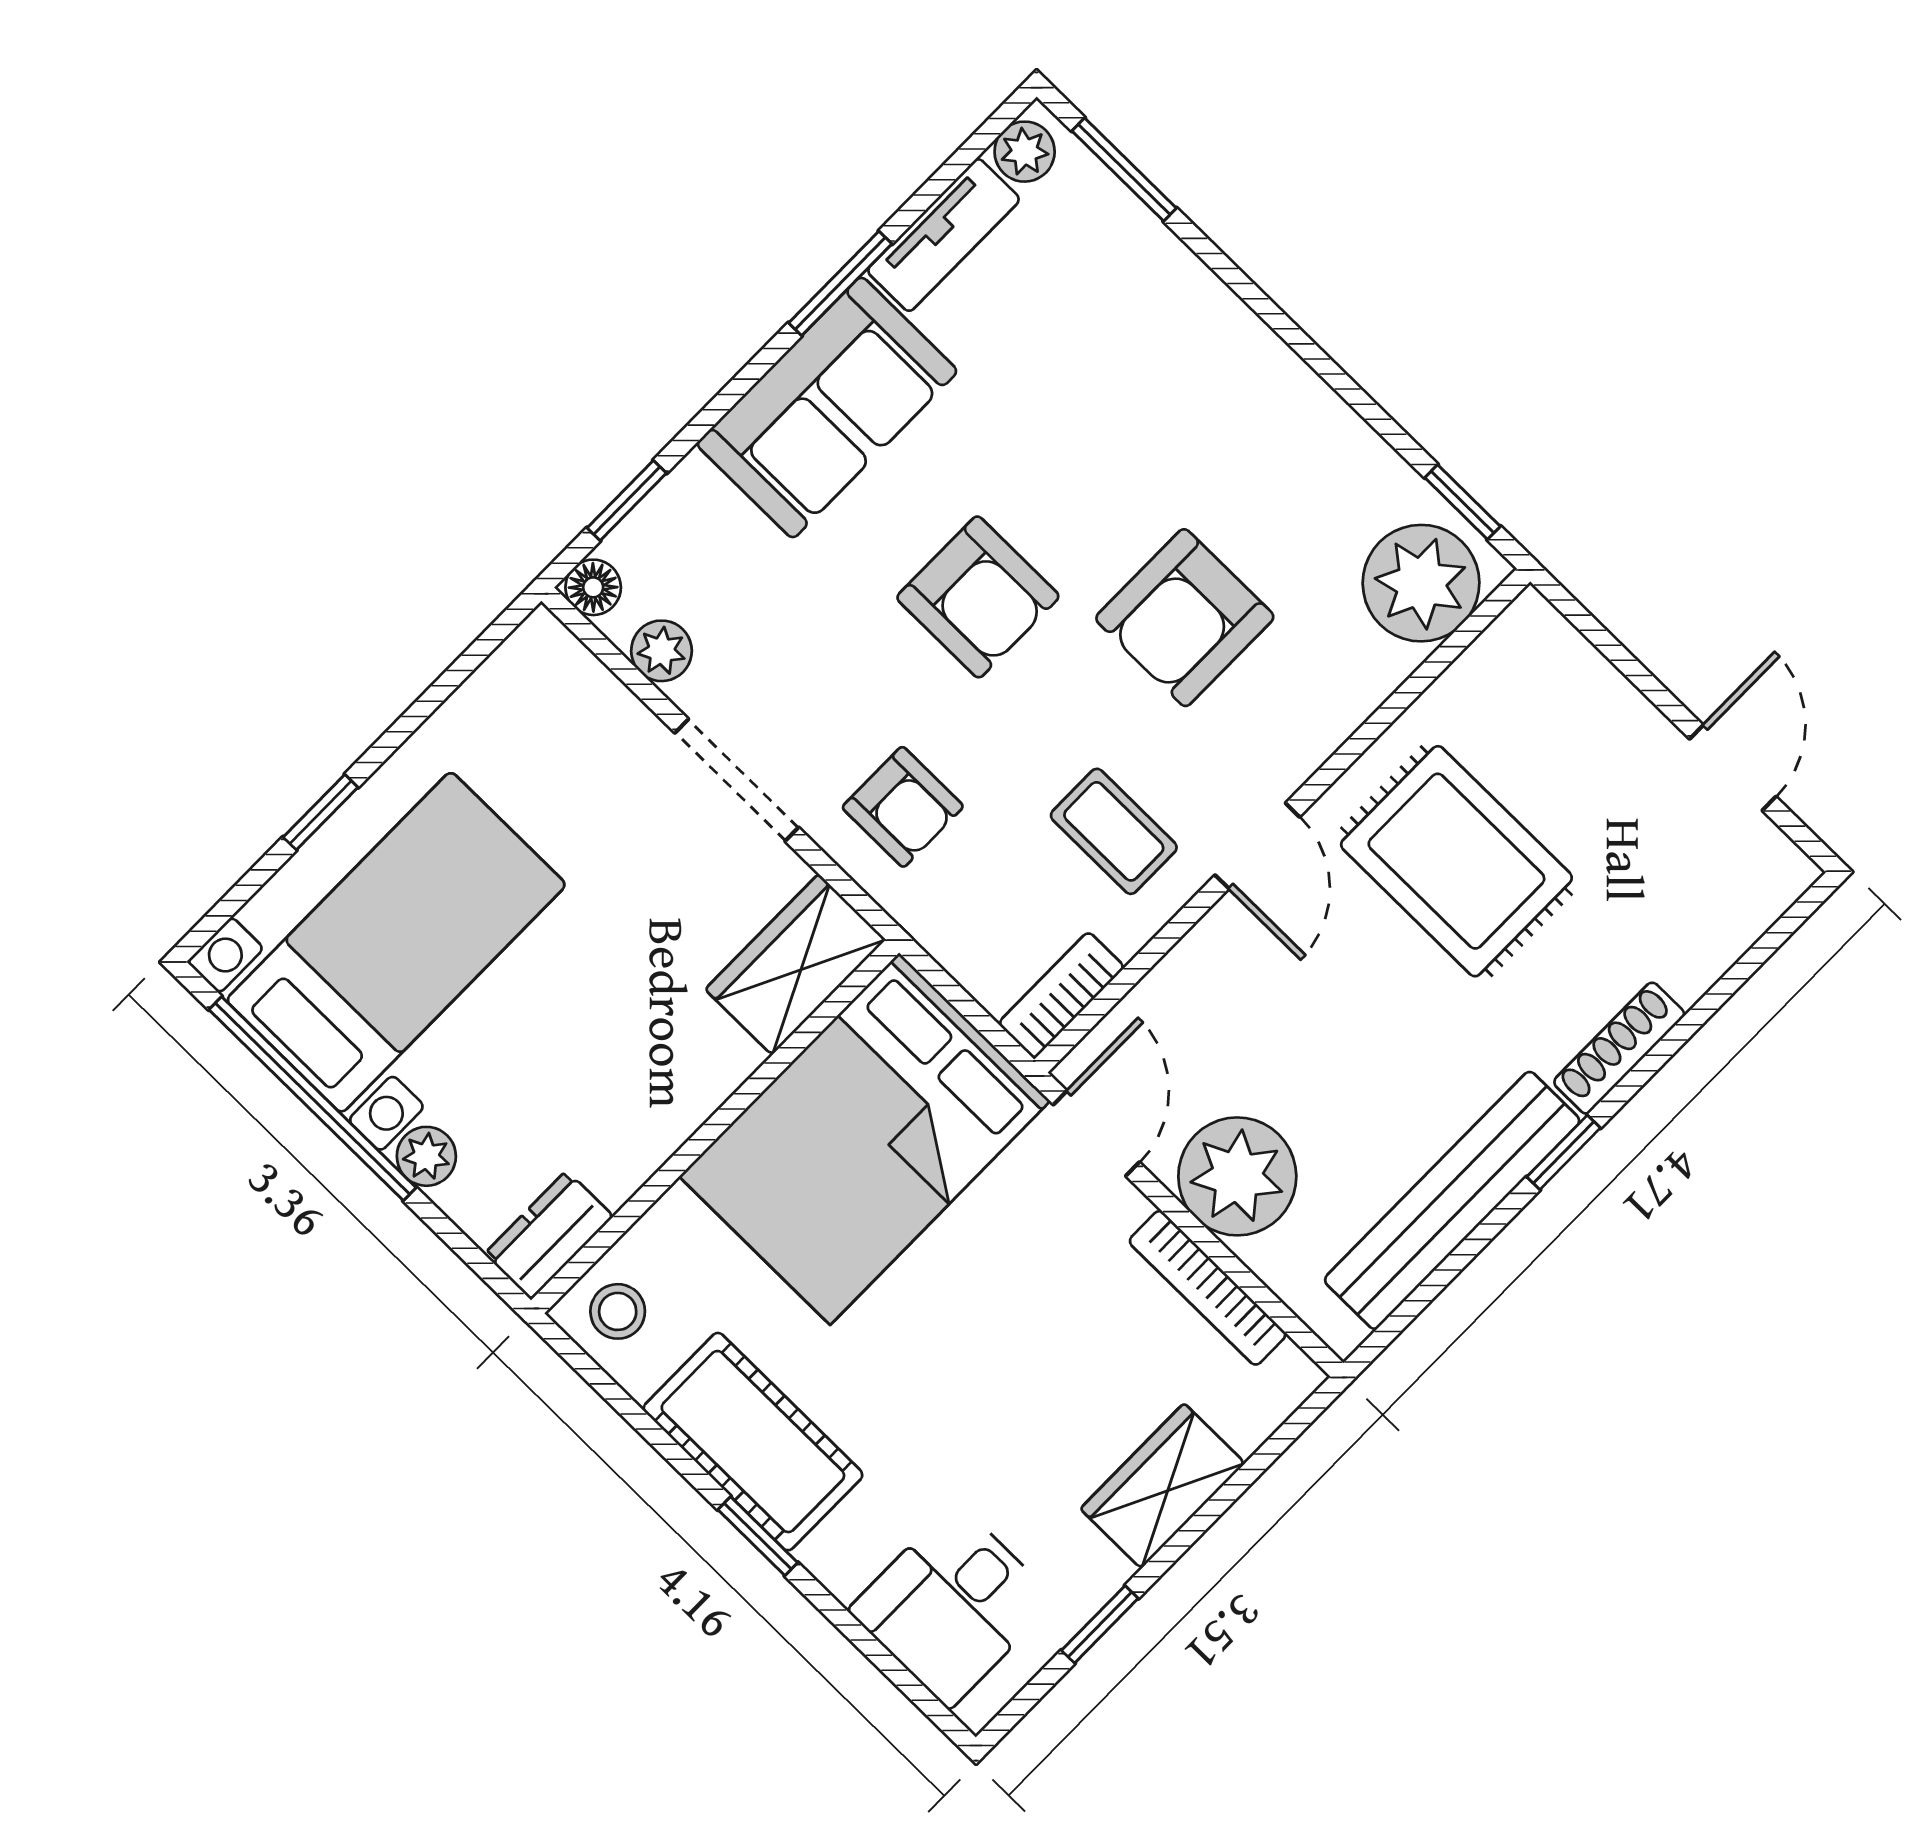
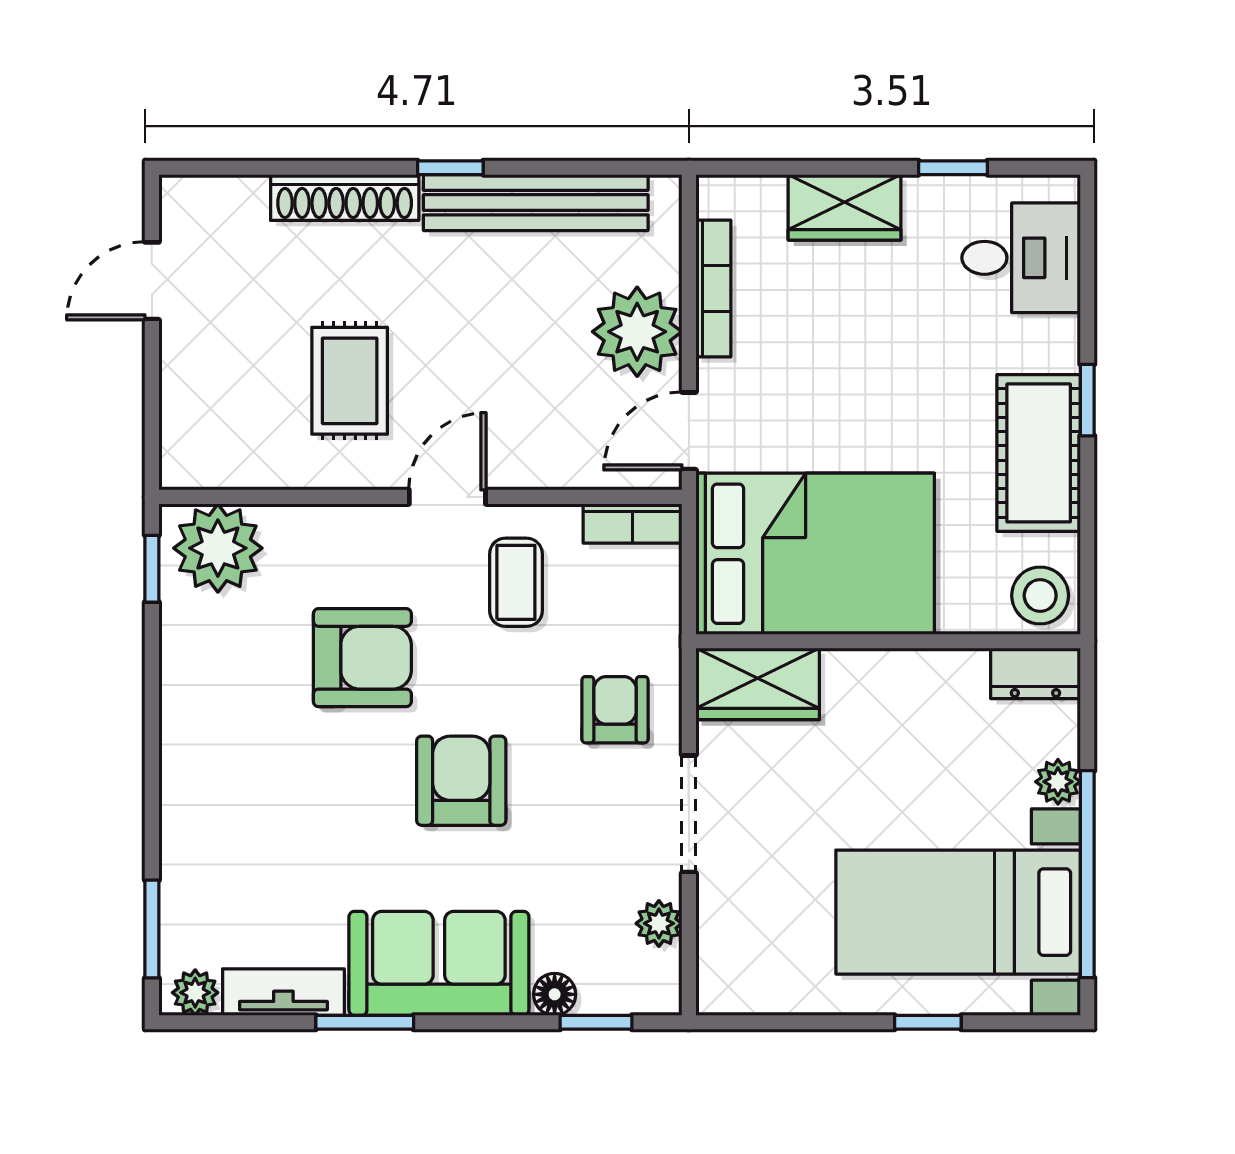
floor lamp: (593, 587) -> (555, 994), moved
rug: (1456, 861) -> (350, 381), width x0.73, depth x0.70
shoe rack: (1619, 1048) -> (345, 198), width x1.36, depth x1.24
stool: (618, 1311) -> (1040, 596), width x1.37, depth x1.37

